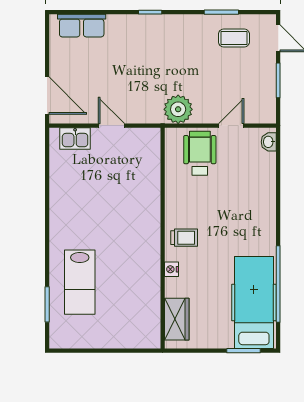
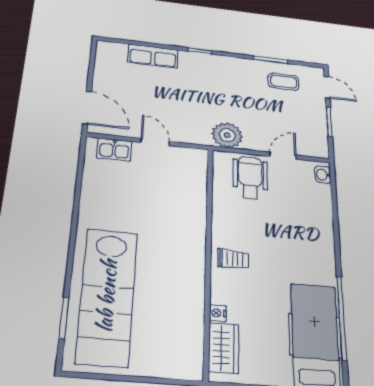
row of seats: (82, 26) -> (153, 56), moved
nightstand: (171, 269) -> (218, 313), moved
lab bench: (80, 282) -> (107, 296), width x1.86, depth x1.39

